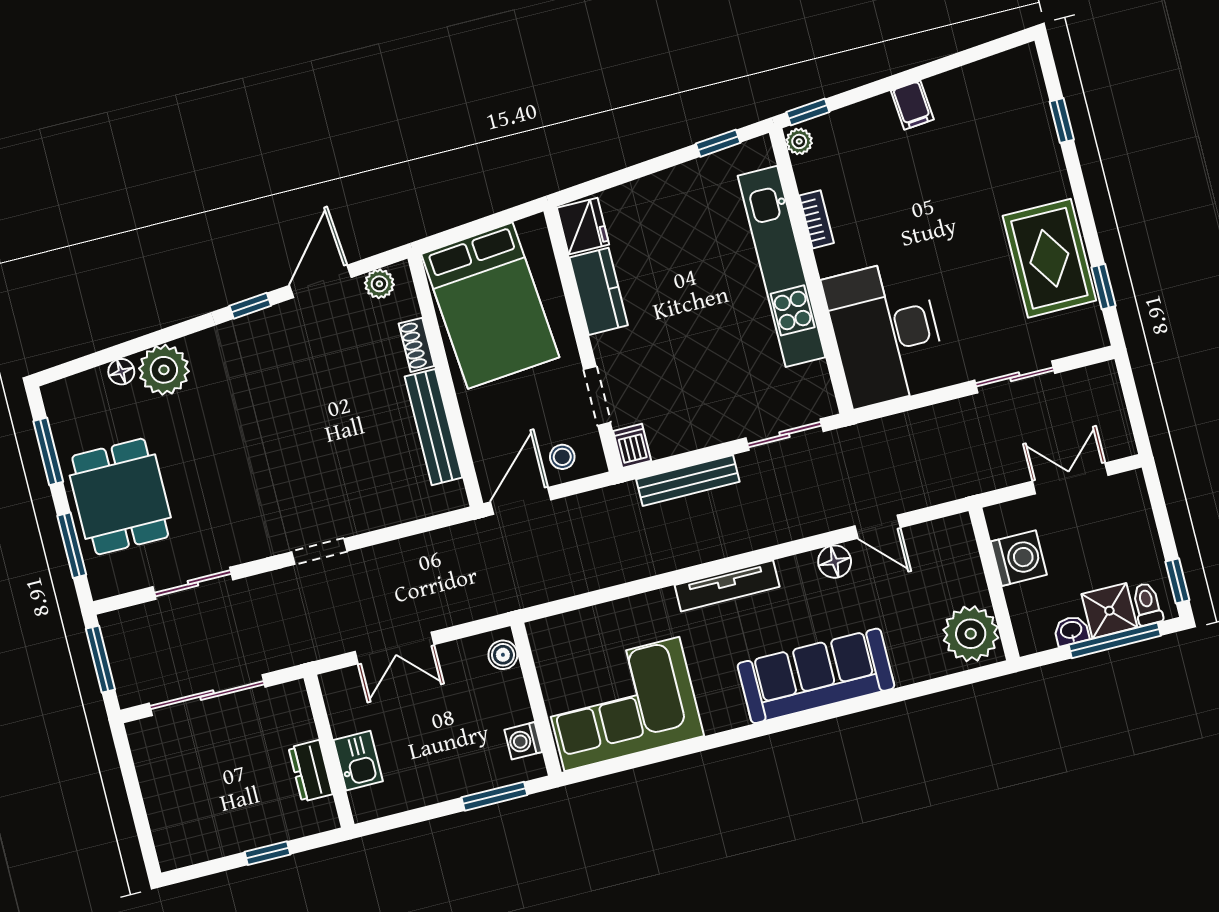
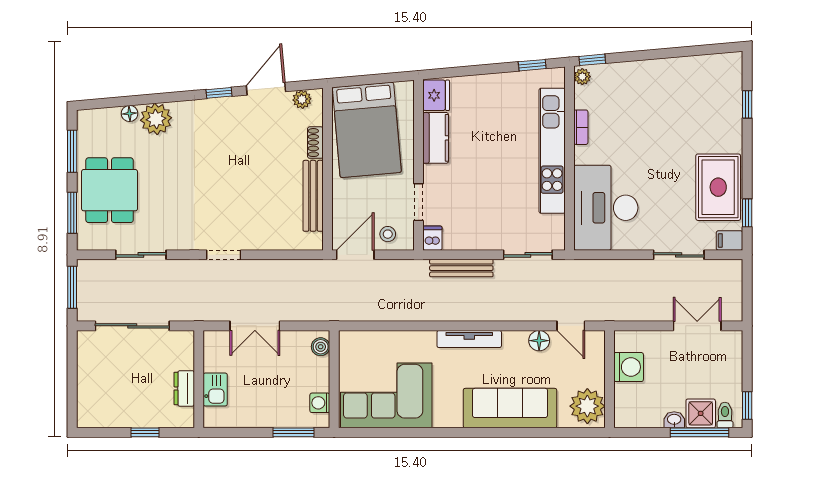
filing cabinet: (912, 105) -> (730, 240), moved, turned 95
washing machine: (1019, 558) -> (629, 367), moved
wall: (994, 584) -> (609, 379), moved
plant: (971, 634) -> (587, 406), moved

